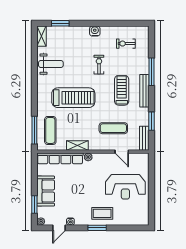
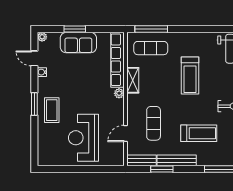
bench: (144, 91) -> (177, 160), moved
treadmill: (73, 98) -> (190, 76), width x0.73, depth x0.73
window: (34, 204) -> (75, 29), moved

